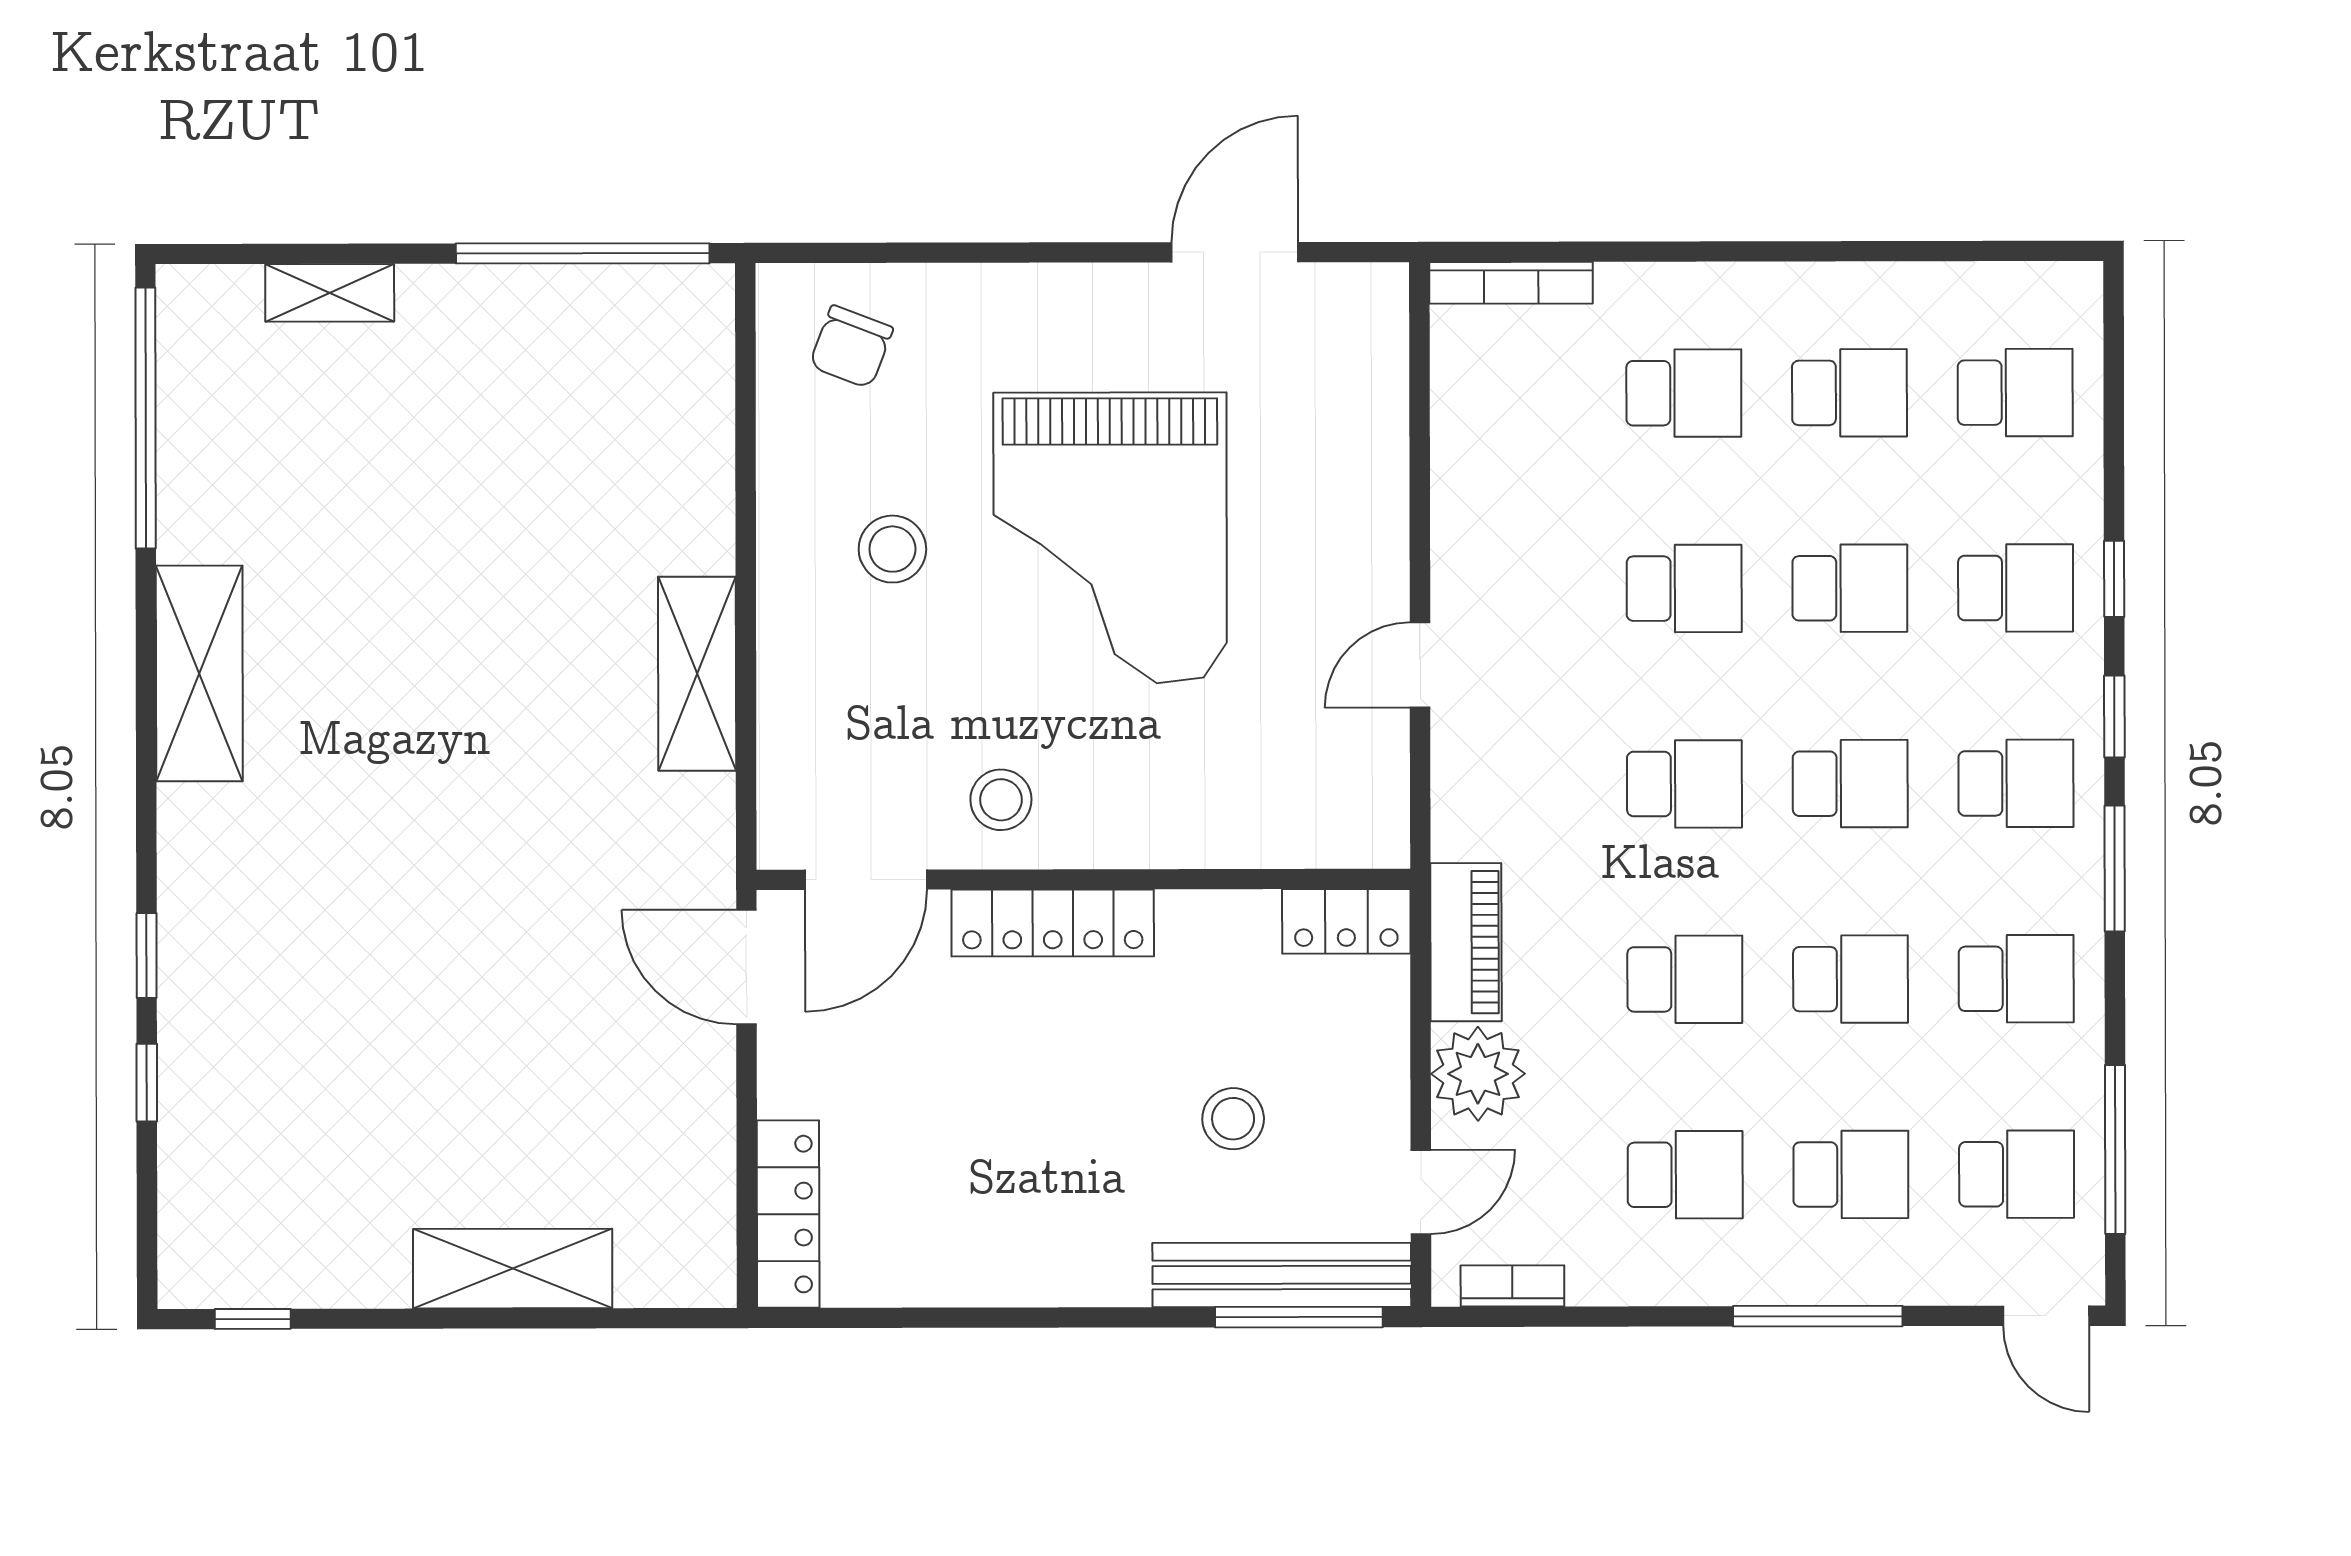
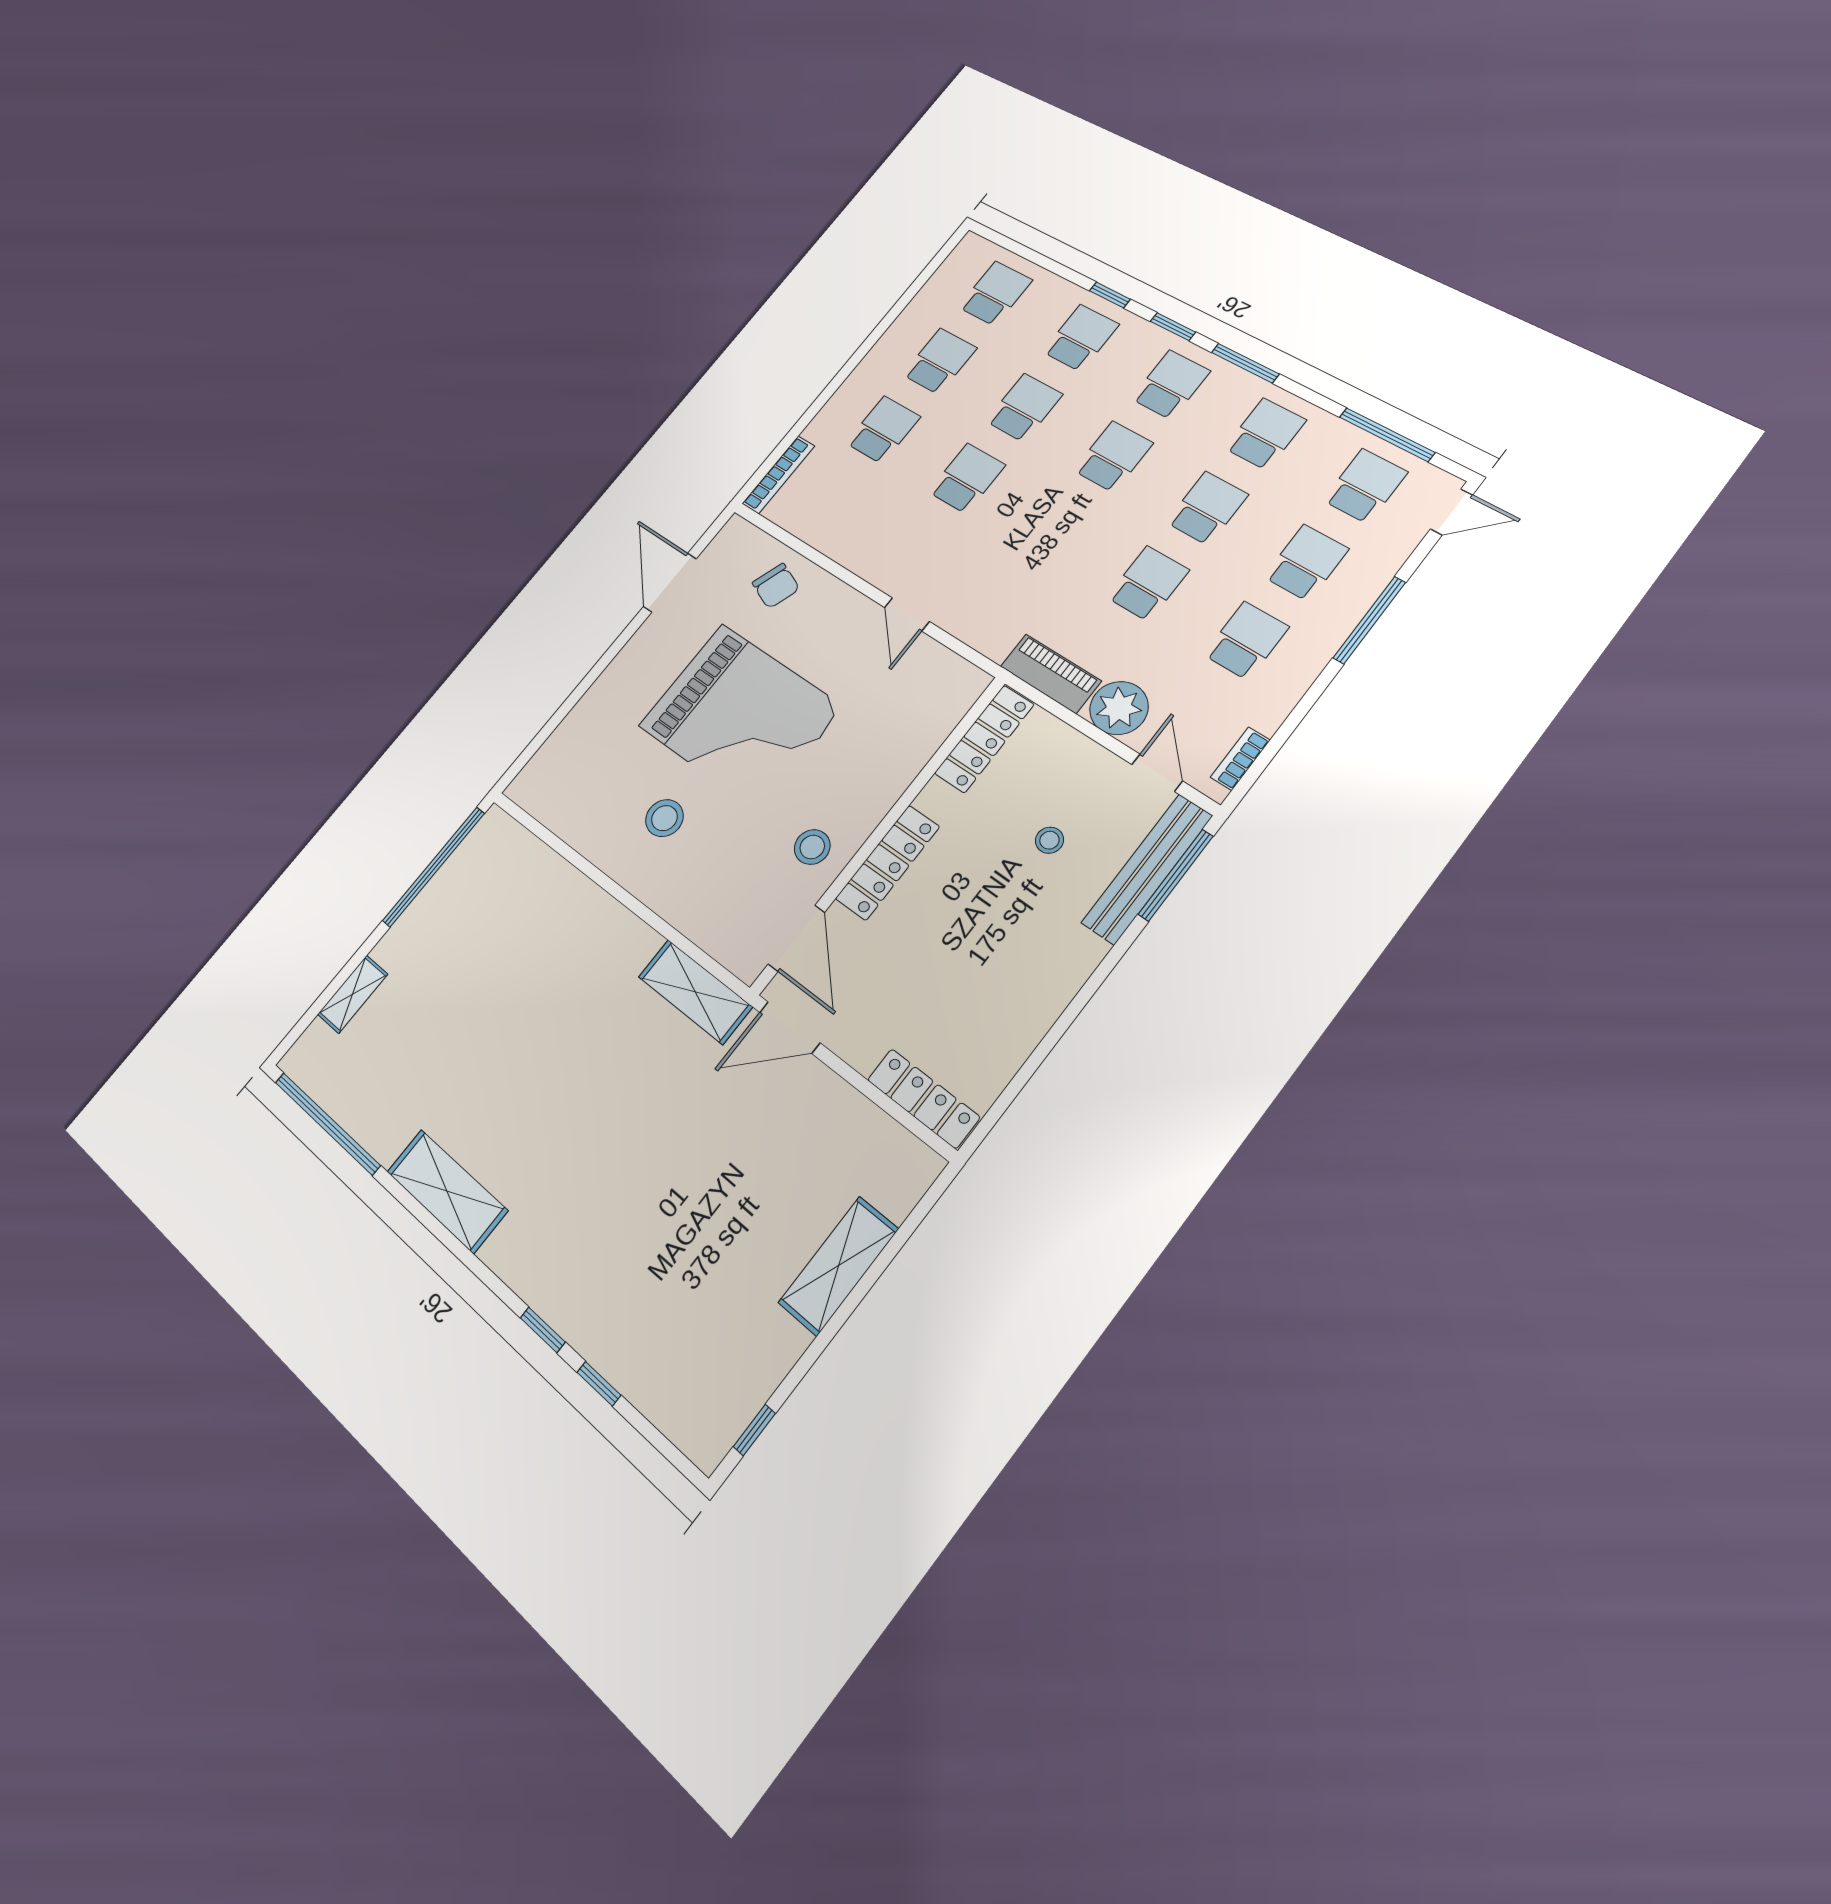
chair: (851, 347) -> (776, 586), moved
shelving: (697, 674) -> (695, 992), moved
school desk: (1684, 784) -> (1055, 530), removed
locker: (1346, 921) -> (984, 739), width x1.53
stool: (1233, 1119) -> (1049, 840), width x0.73, depth x0.73

